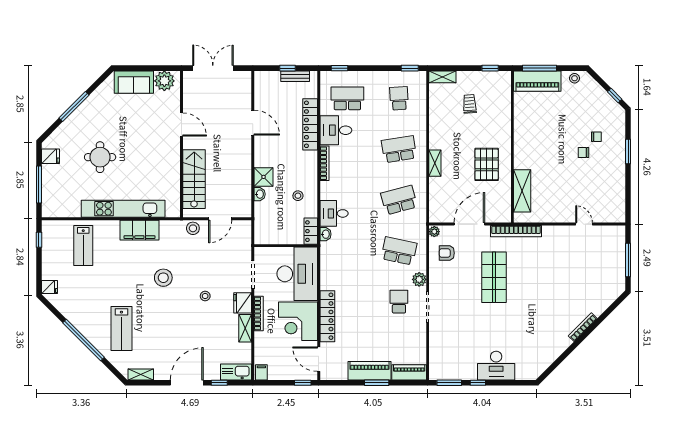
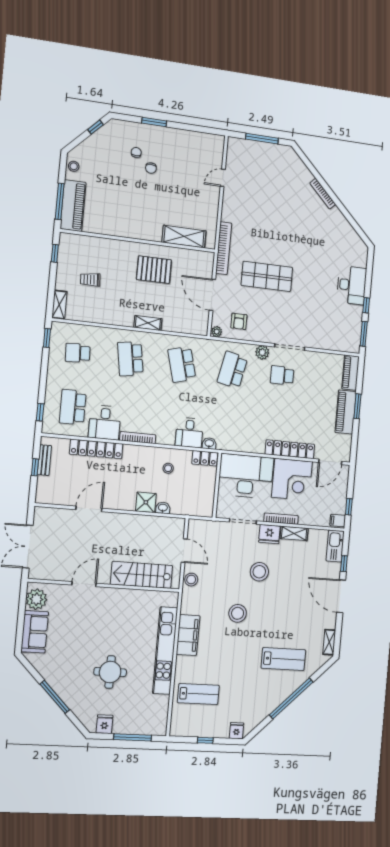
window: (39, 240) -> (205, 740), moved
stool: (205, 296) -> (259, 572), width x1.89, depth x1.89
window: (303, 383) -> (349, 507), moved

